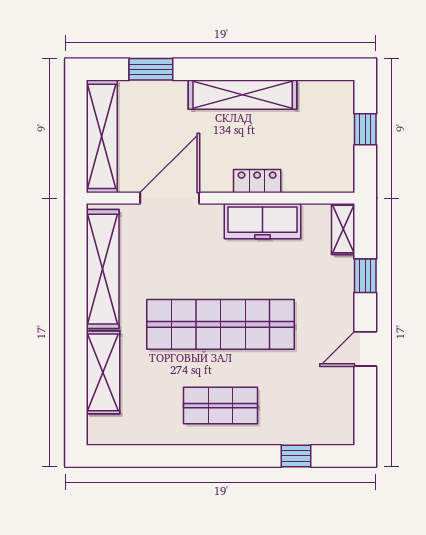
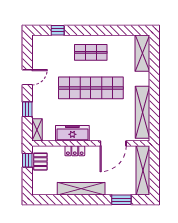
window: (365, 129) -> (27, 160), moved
pallet: (336, 157) -> (40, 162), added
shelving: (103, 372) -> (142, 53), moved

